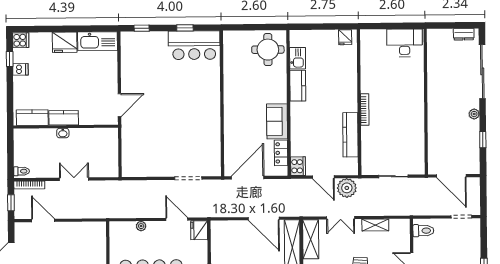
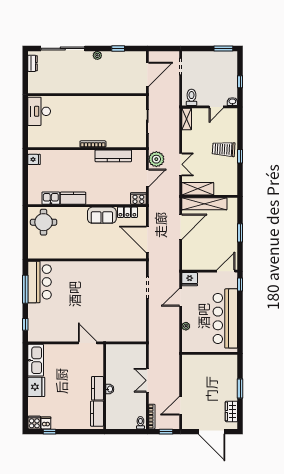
window: (185, 28) -> (25, 289), width x2.17
dishwasher: (20, 69) -> (46, 423), moved
shelving: (375, 225) -> (187, 119), moved

